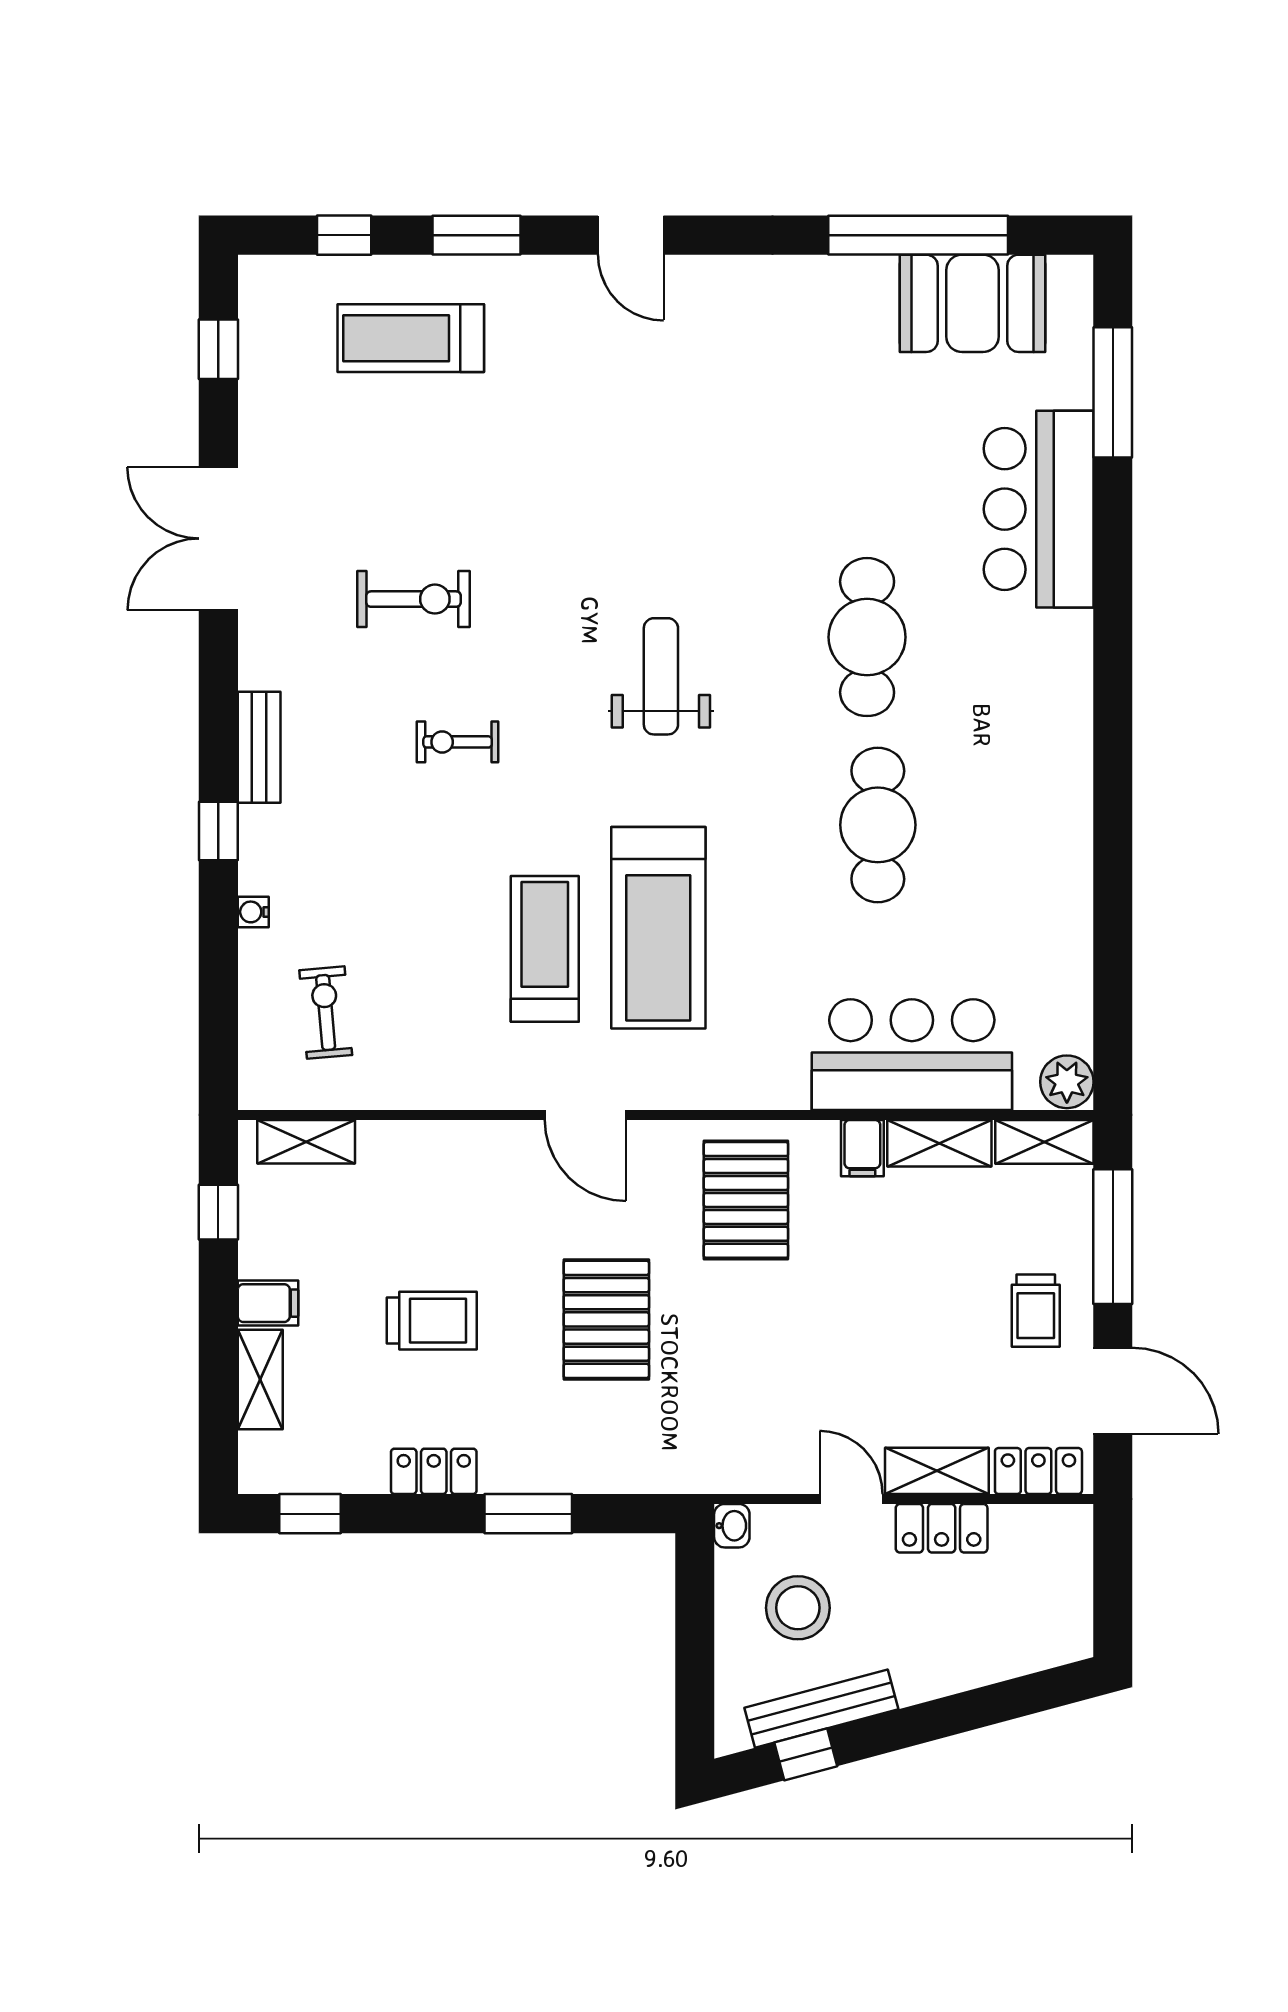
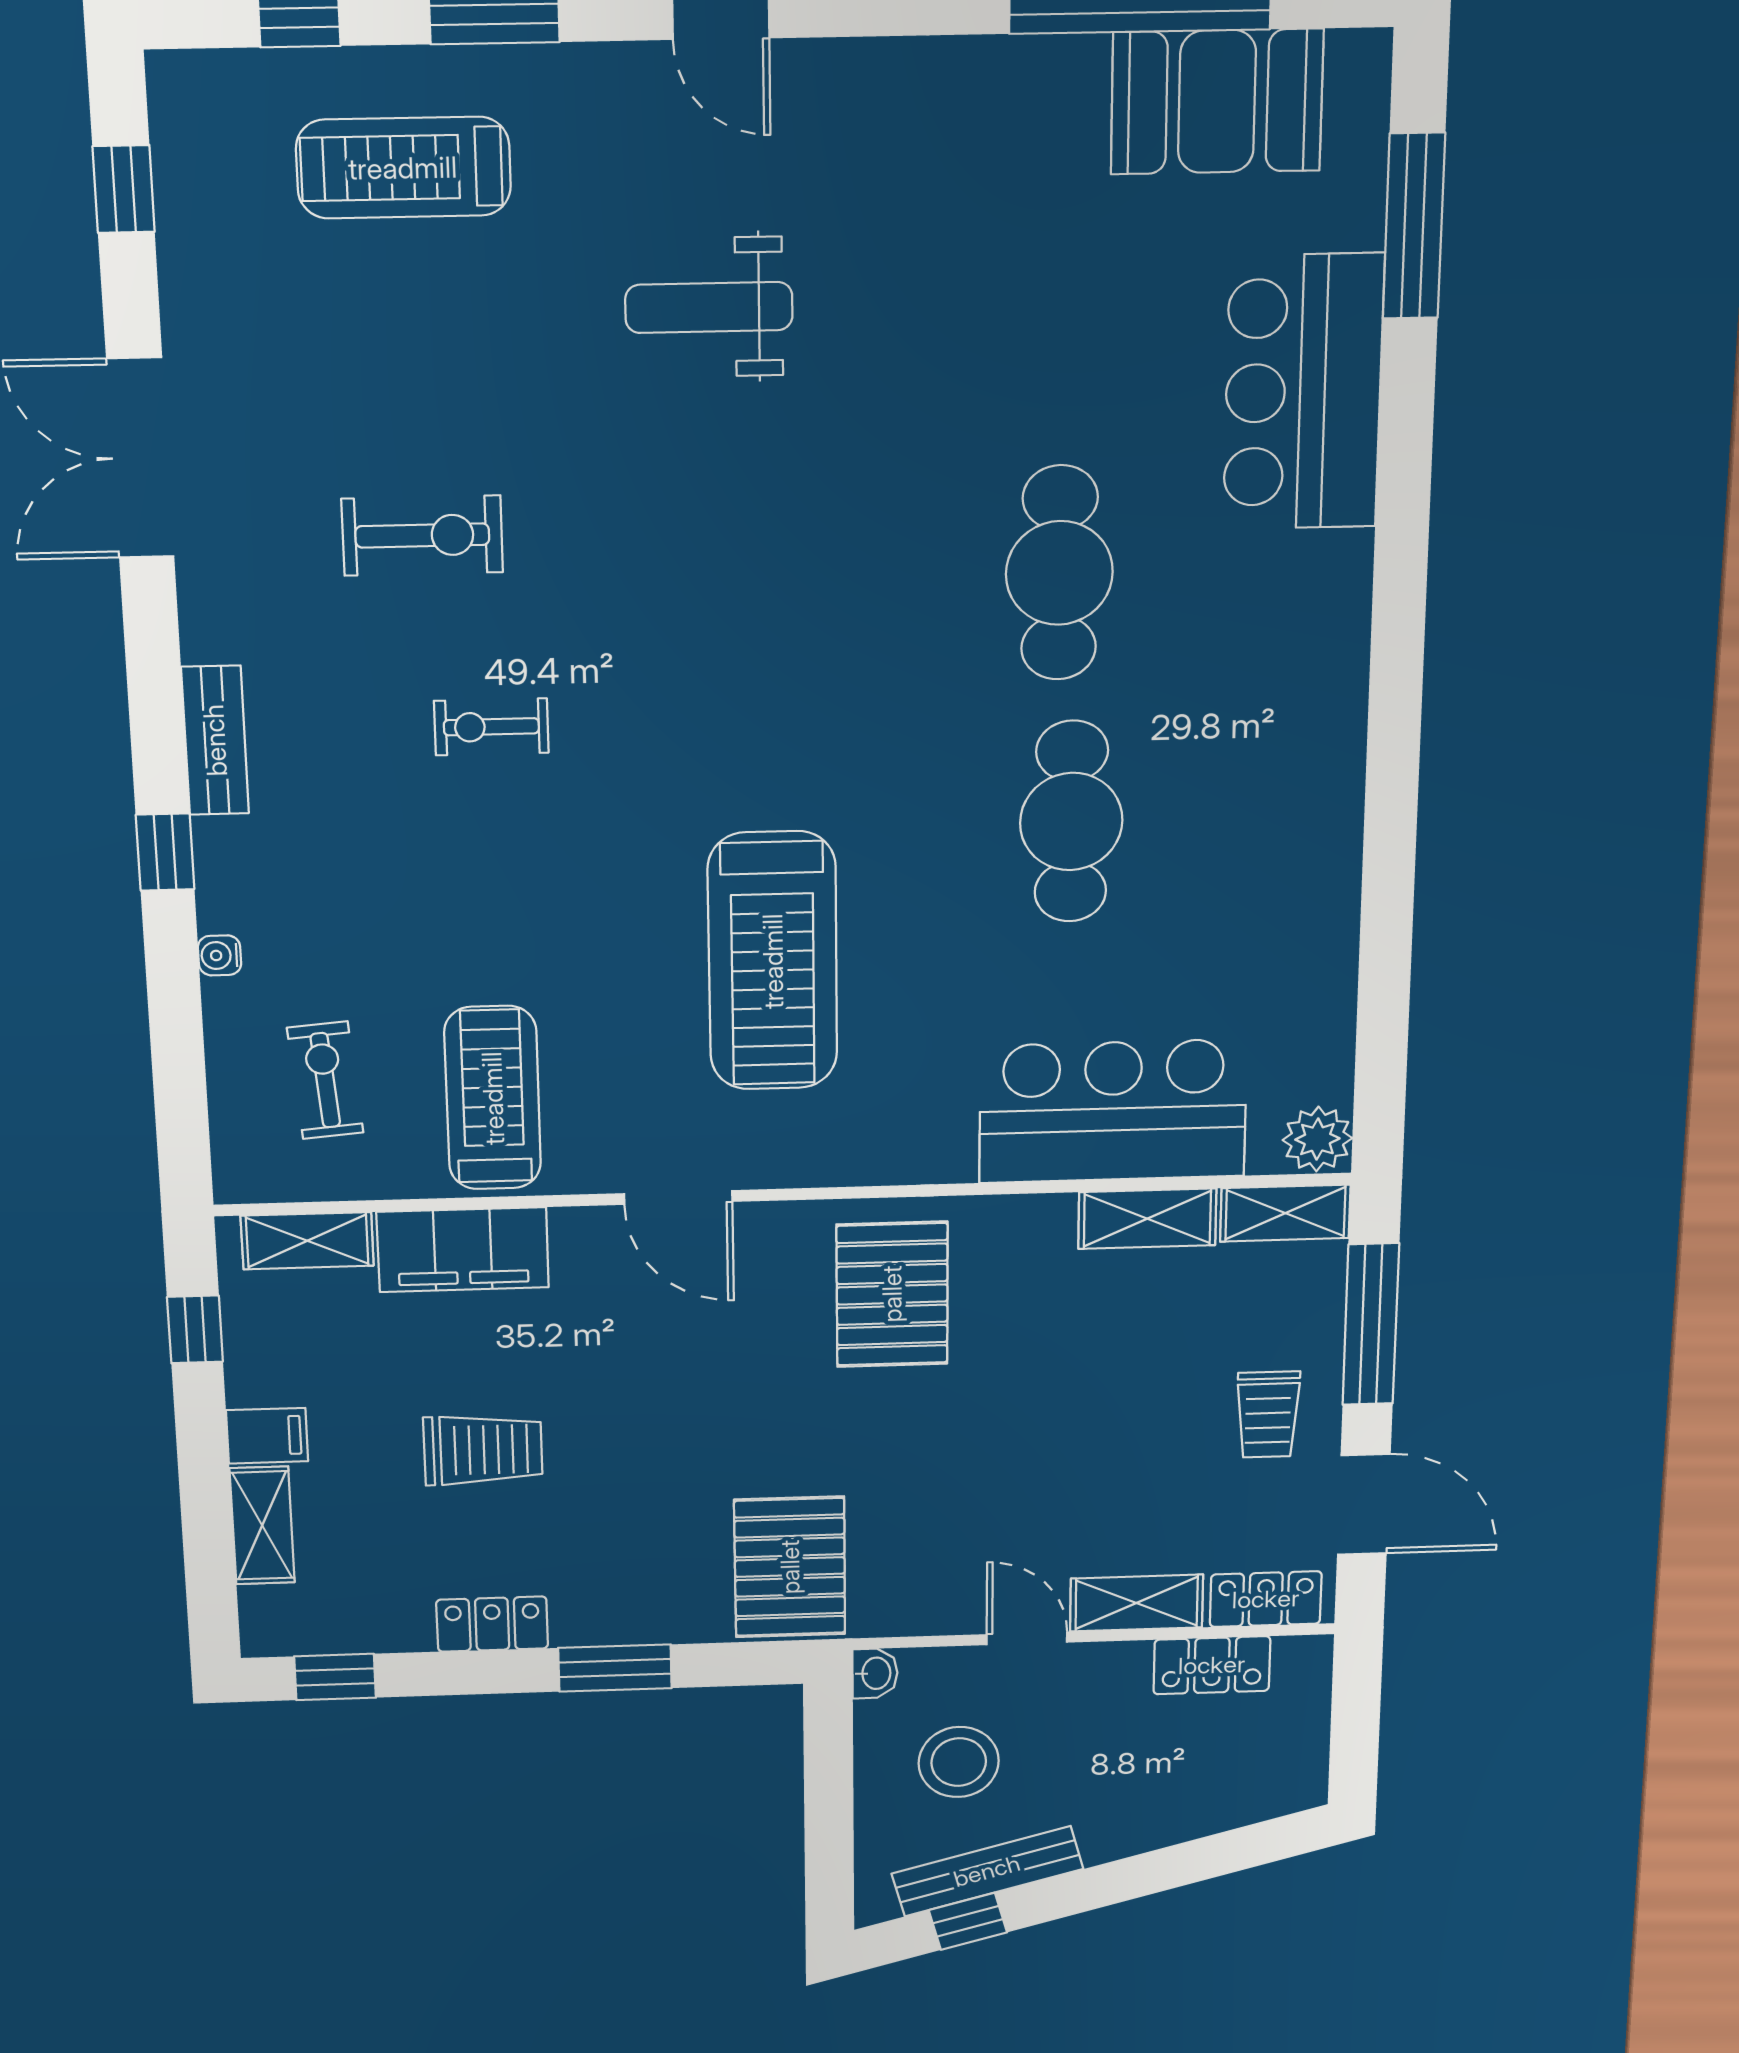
weight bench: (661, 676) -> (709, 307), moved, turned -90
treadmill: (545, 949) -> (493, 1098), moved
filing cabinet: (862, 1148) -> (463, 1250), moved, width x3.00, depth x1.17
pallet: (606, 1319) -> (790, 1567), moved
locker: (942, 1528) -> (1212, 1665), moved

